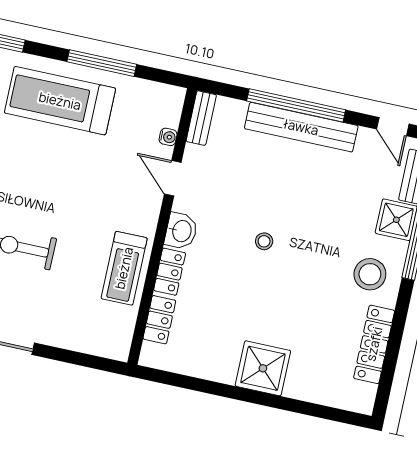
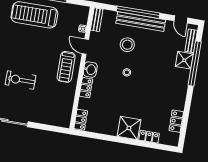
treadmill: (124, 268) -> (66, 67), moved
stool: (370, 274) -> (127, 45), moved
locker: (159, 320) -> (81, 120), moved
locker: (374, 344) -> (176, 121), width x0.66
locker: (308, 390) -> (149, 137), added

